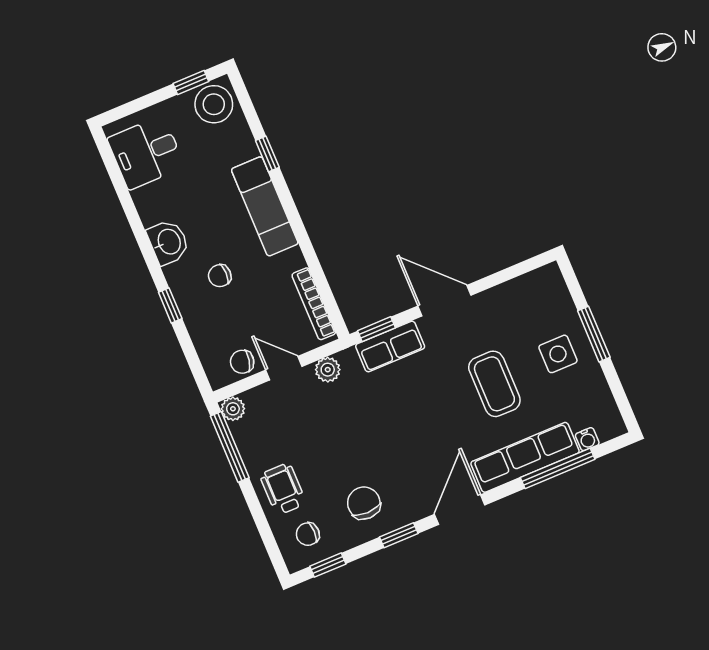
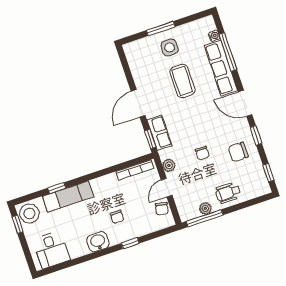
exam couch: (265, 206) -> (68, 196), moved
coffee table: (494, 384) -> (182, 81), turned 90
plant: (233, 409) -> (205, 208), moved
chair: (308, 534) -> (202, 153), moved

